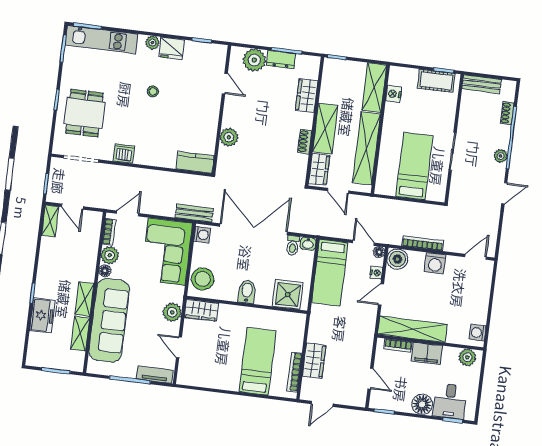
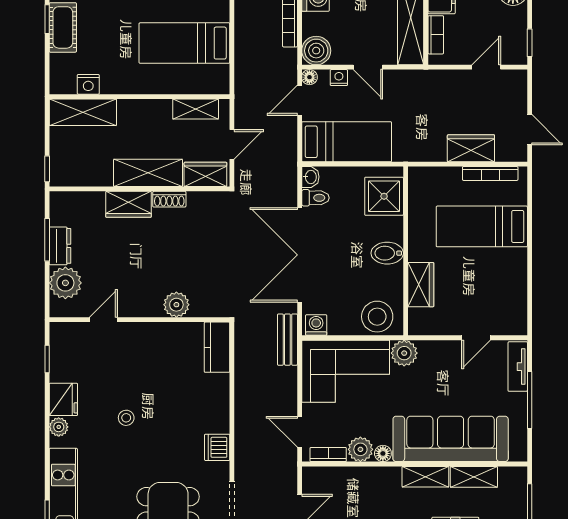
wardrobe: (307, 96) -> (128, 204), moved
shelving: (366, 148) -> (196, 109), width x0.45, depth x0.75
wardrobe: (201, 310) -> (421, 285), moved
plant: (172, 312) -> (404, 353), moved

